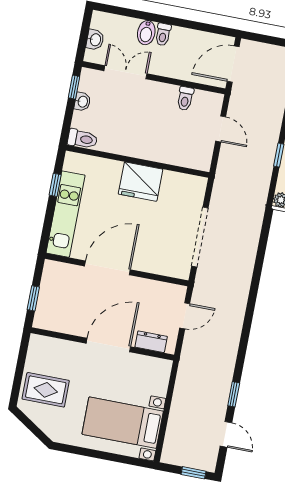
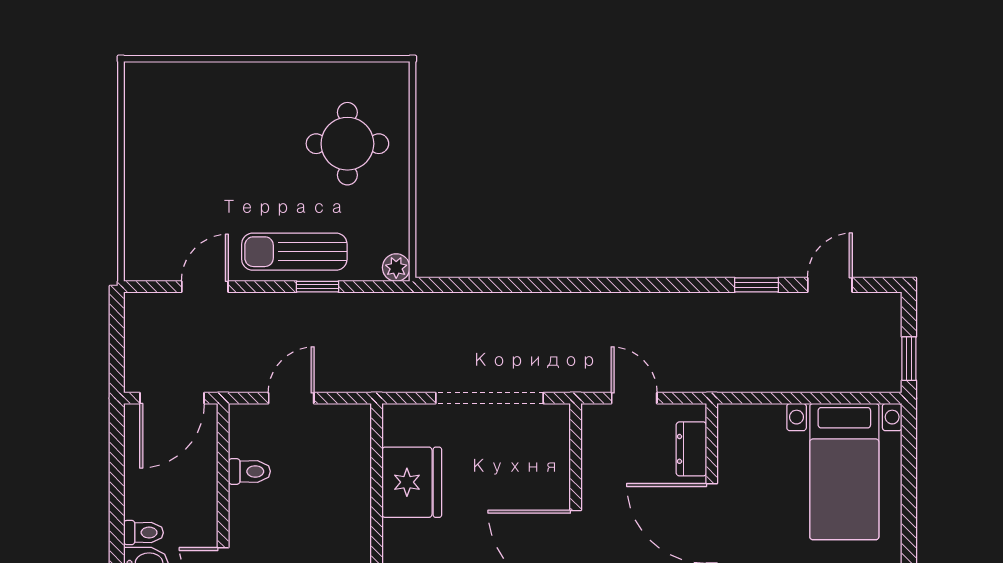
door: (233, 64) -> (172, 398), hinge flipped
fridge: (141, 182) -> (412, 482), moved
window: (194, 473) -> (909, 359), moved

